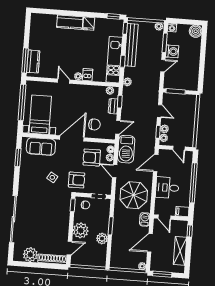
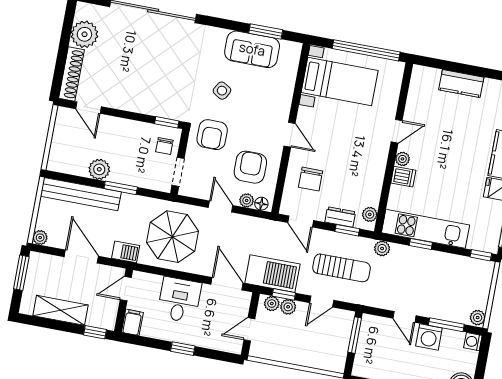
bench: (131, 45) -> (81, 194), moved
window: (25, 60) -> (442, 65), removed
kitchen counter: (33, 62) -> (461, 84), moved
sun lounger: (140, 102) -> (341, 268), added
door: (72, 138) -> (290, 135), width x0.53
sofa: (41, 146) -> (252, 49), moved, turned -90
barbecue: (126, 149) -> (272, 274), moved, turned 180
door: (115, 171) -> (221, 207), hinge flipped
window: (193, 183) -> (183, 349), width x0.32
plant: (81, 230) -> (119, 132), removed

